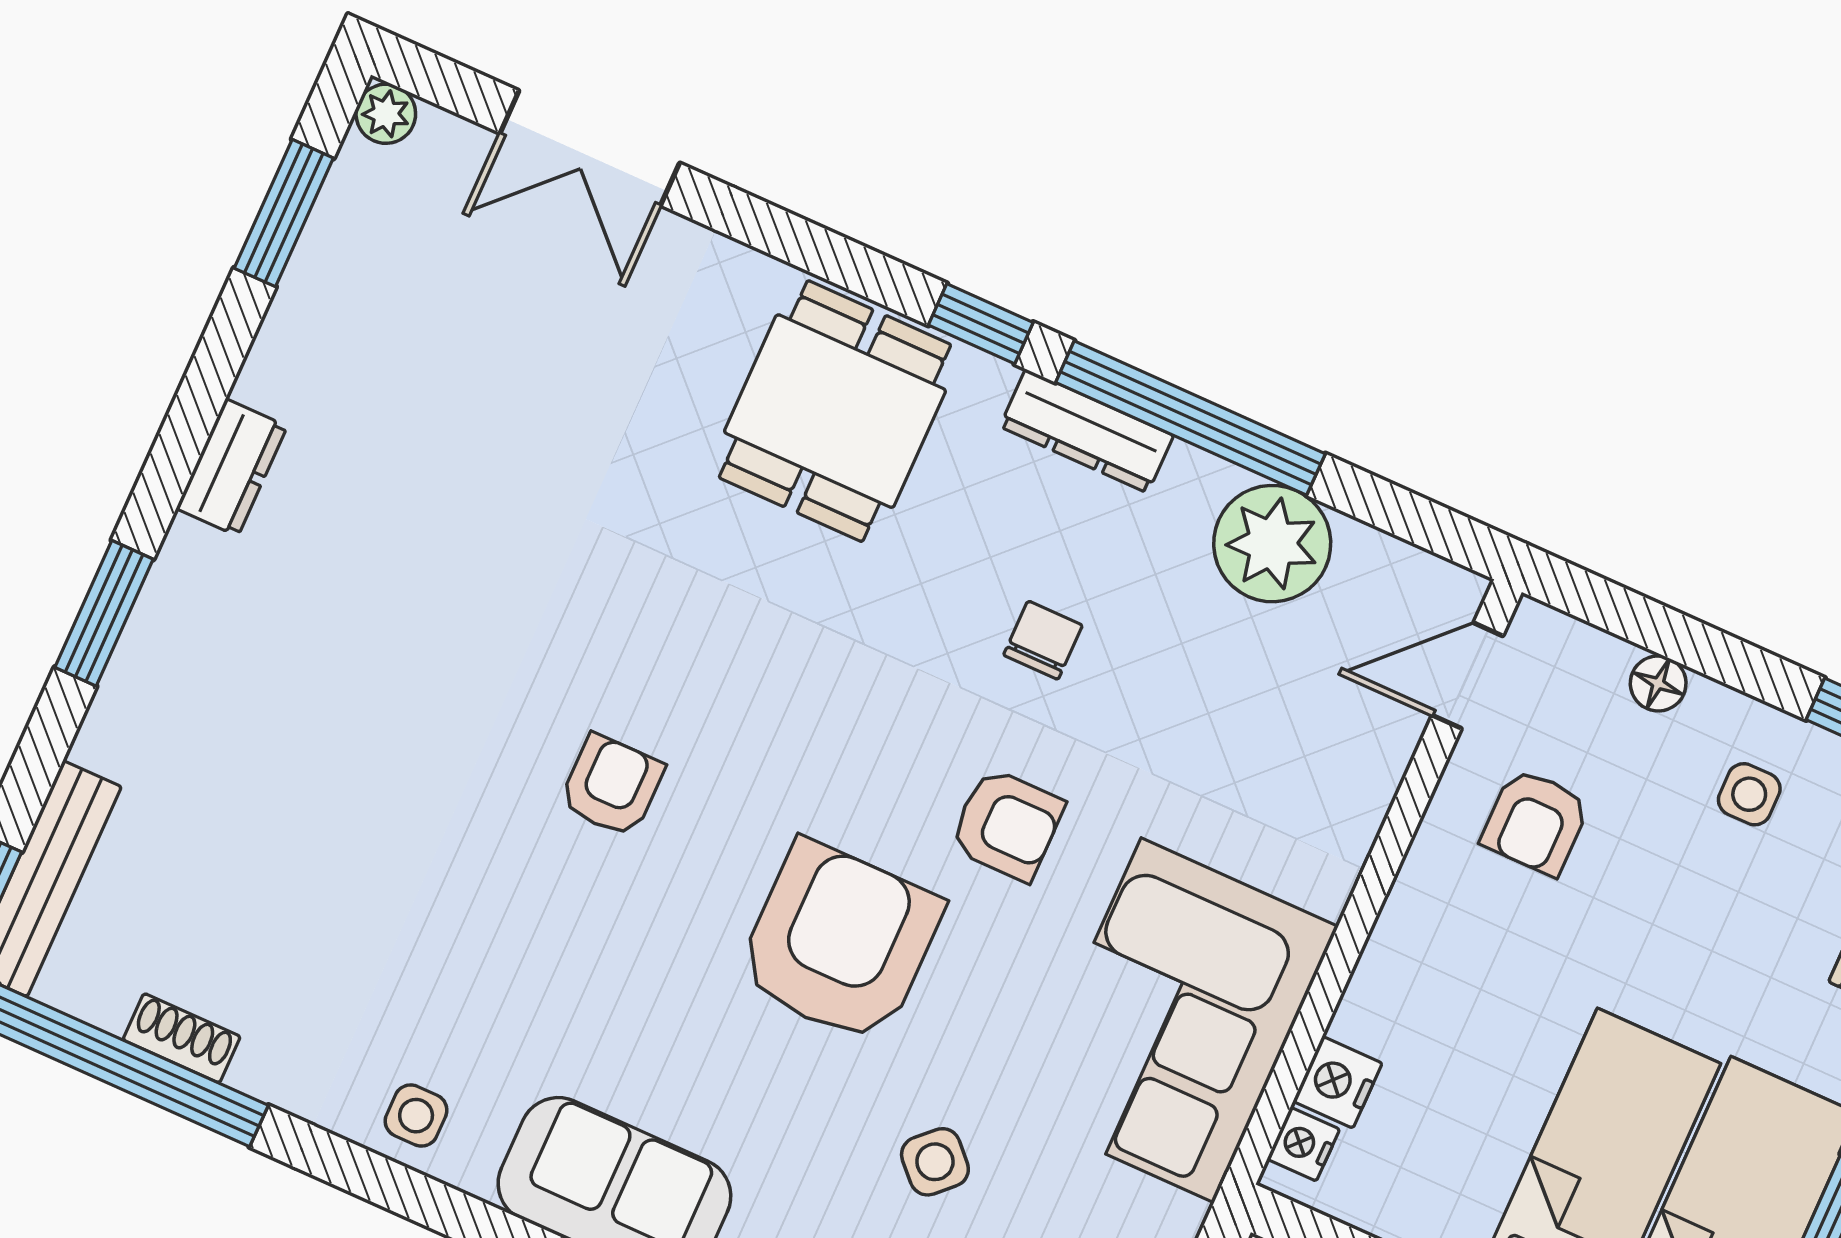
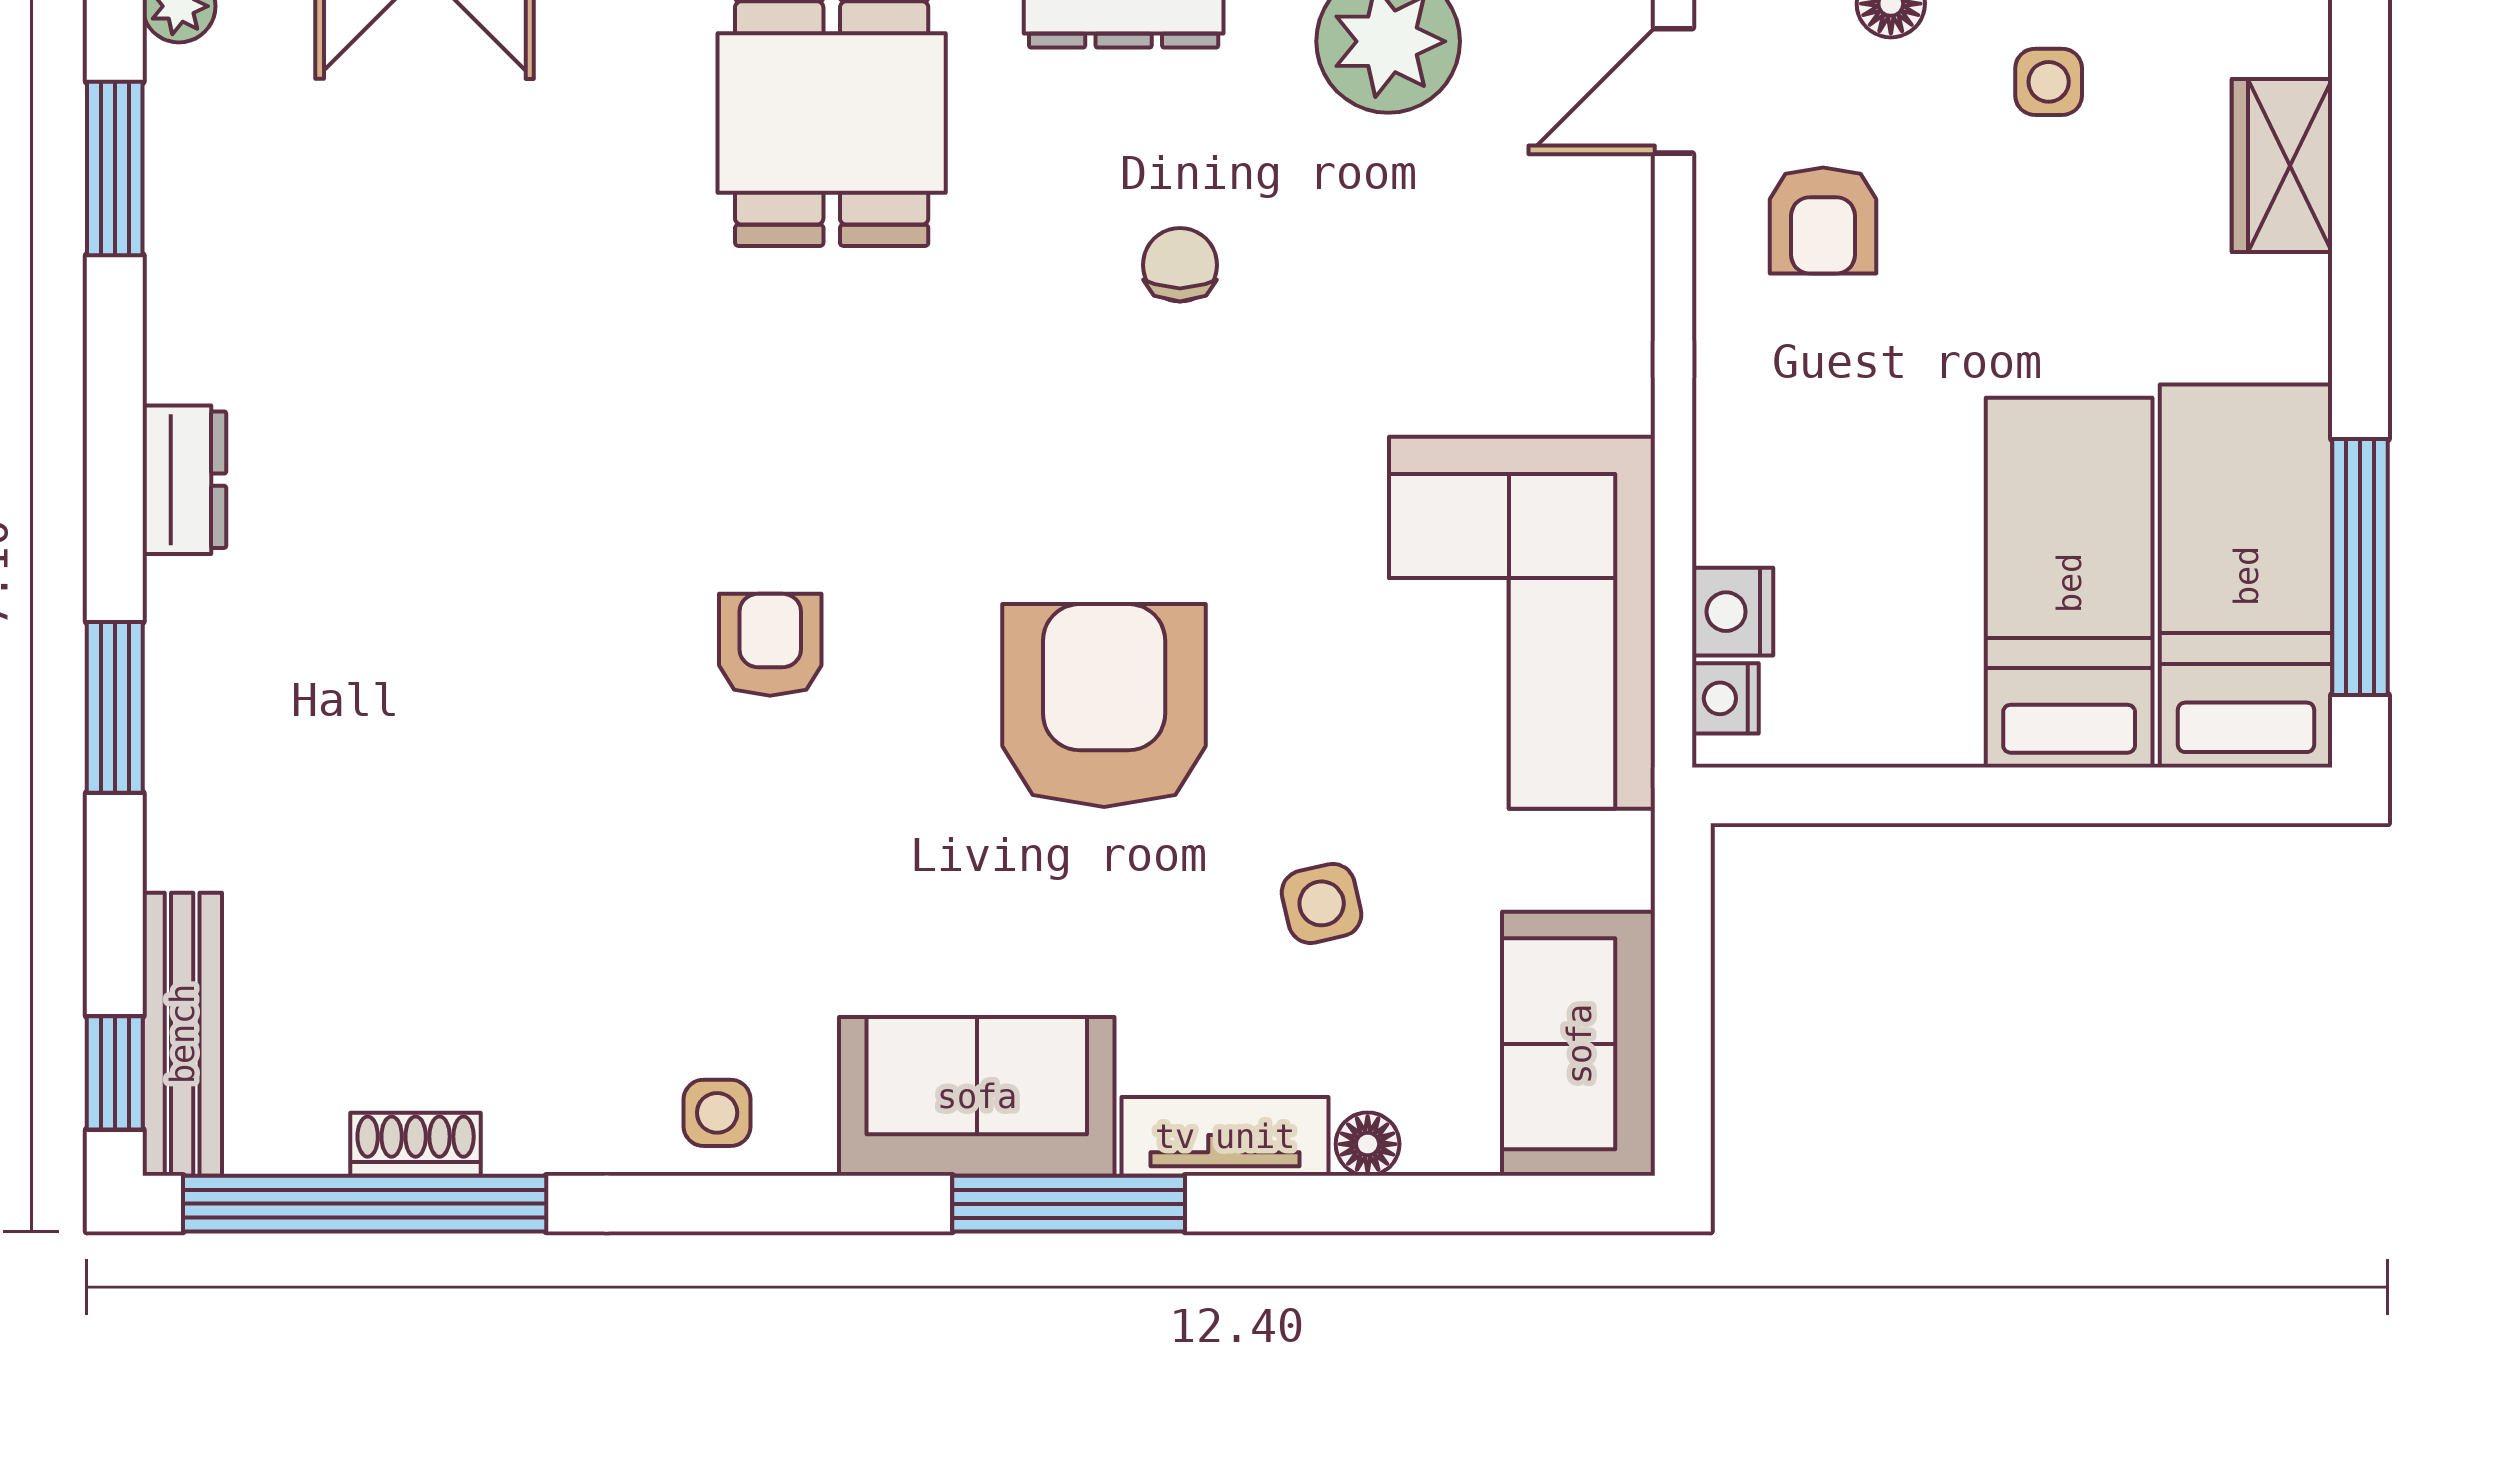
armchair: (1007, 824) -> (1232, 489), removed
side table: (935, 1162) -> (1322, 903), turned 31

